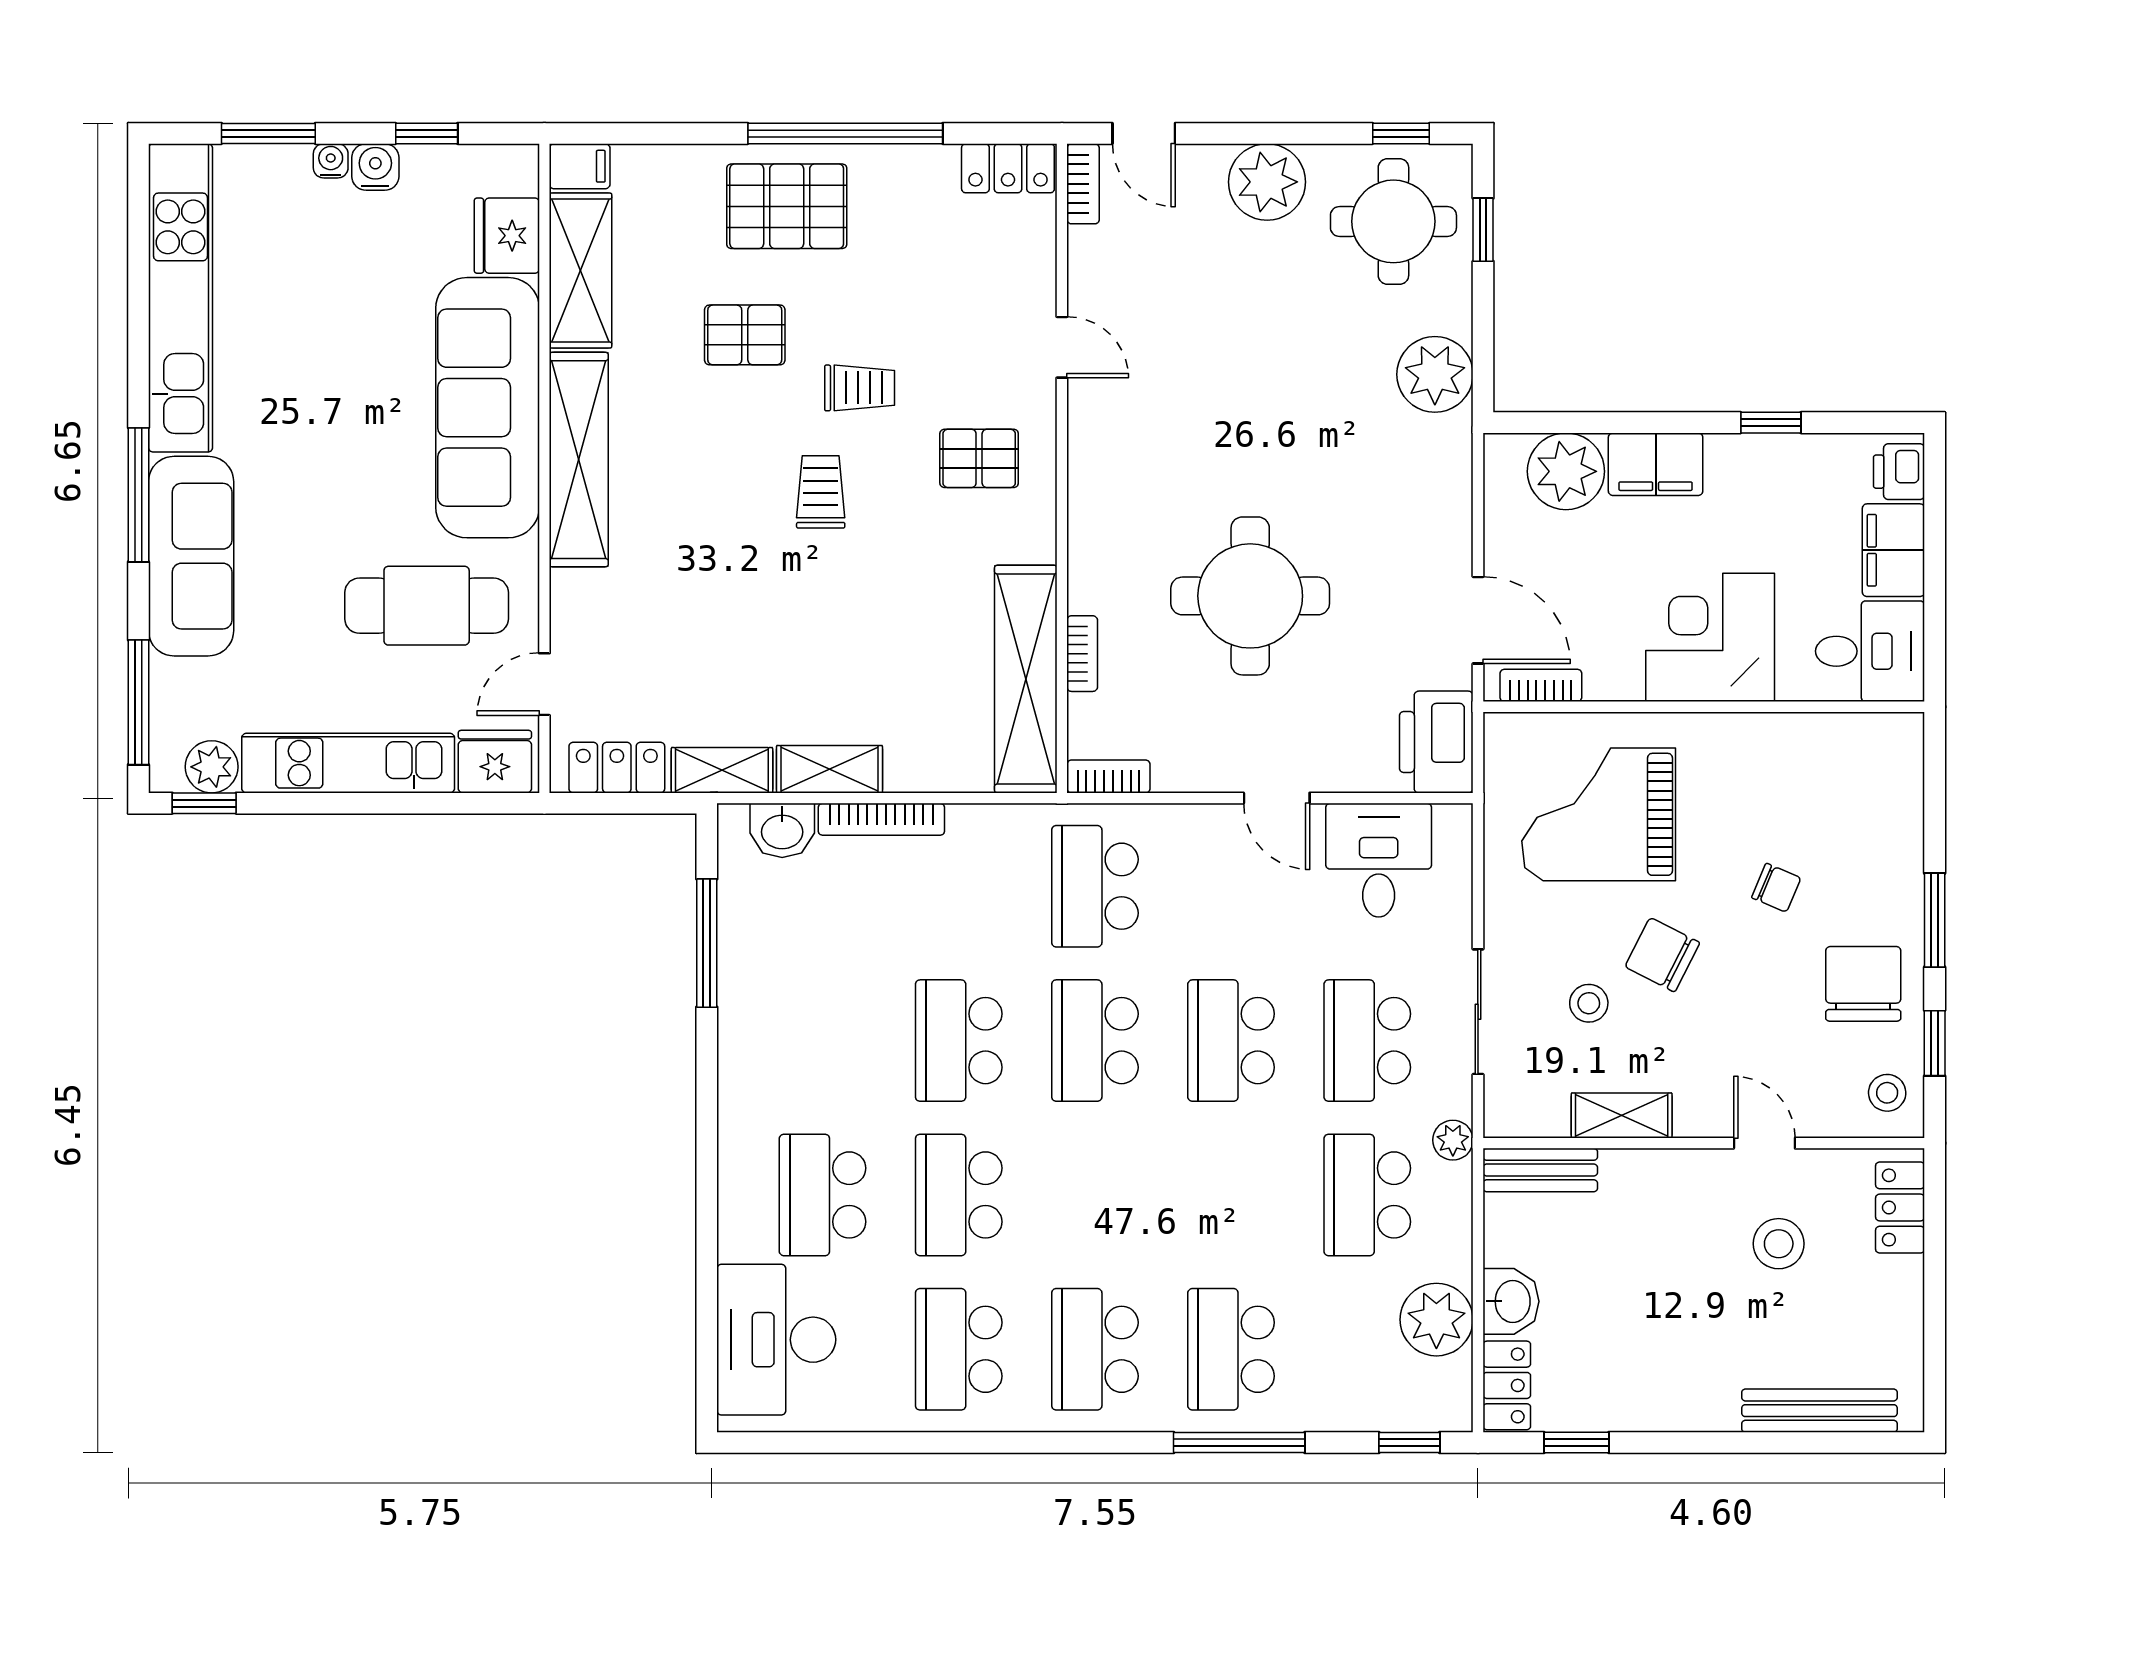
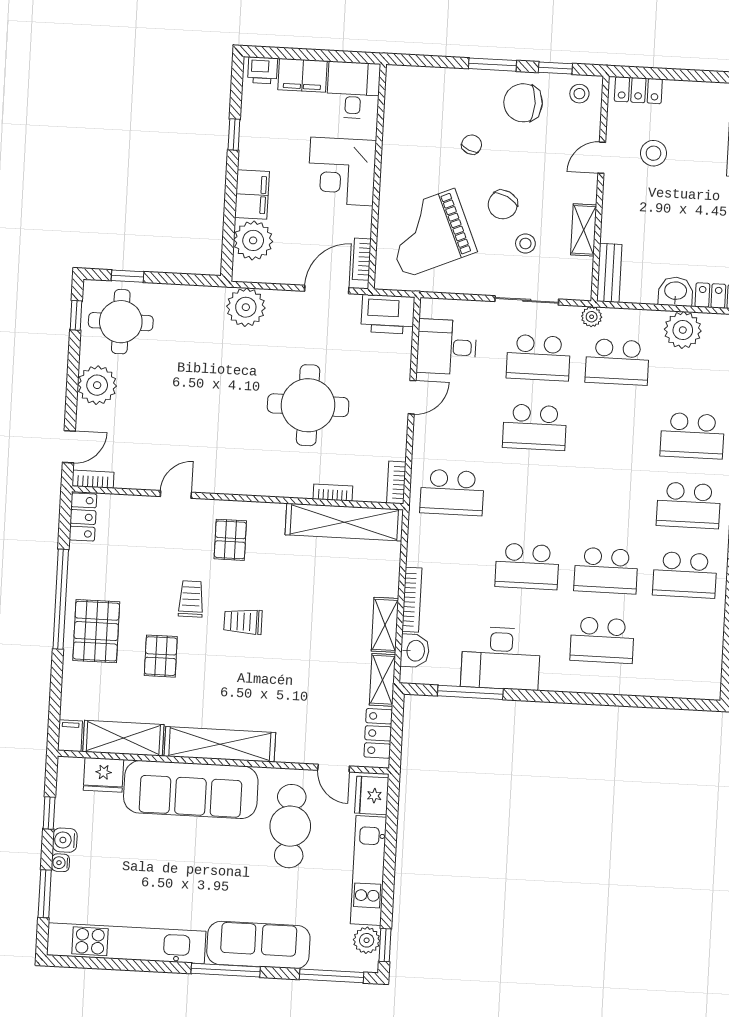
plant: (1435, 374) -> (246, 307), moved
grand piano: (1599, 814) -> (429, 233), turned 67
school desk: (1095, 1041) -> (531, 497), removed
desk: (776, 1340) -> (501, 658), moved

